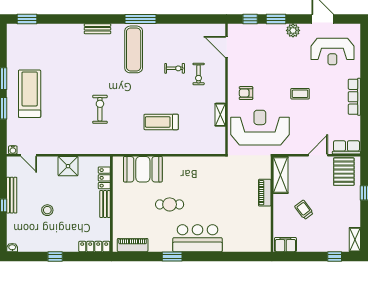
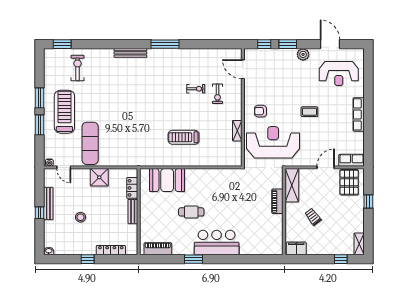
bench: (97, 29) -> (130, 53), width x1.36
exercise mat: (134, 49) -> (90, 143), moved
exercise bike: (100, 109) -> (77, 68), moved
locker: (94, 247) -> (111, 250), moved

